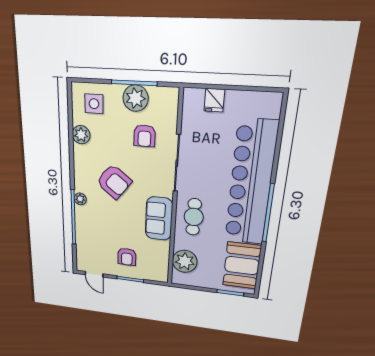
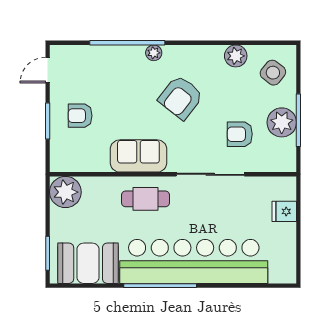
side table: (94, 104) -> (273, 73), turned 38
plant: (185, 261) -> (65, 192), moved

